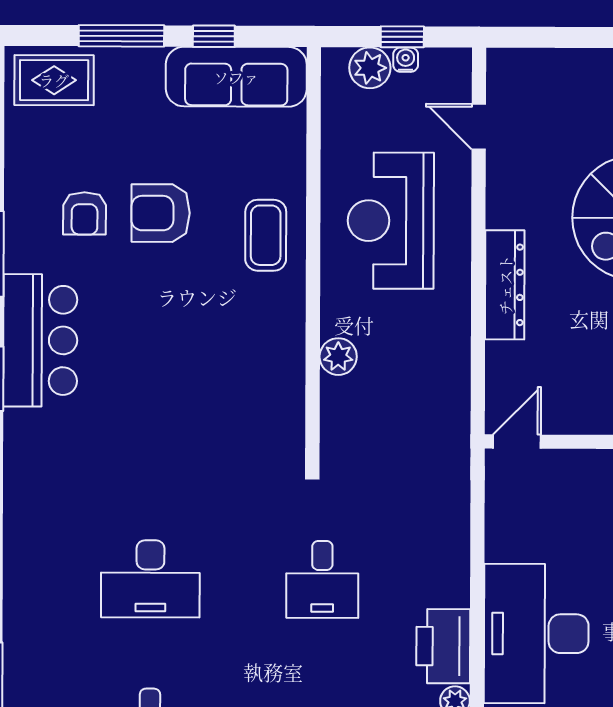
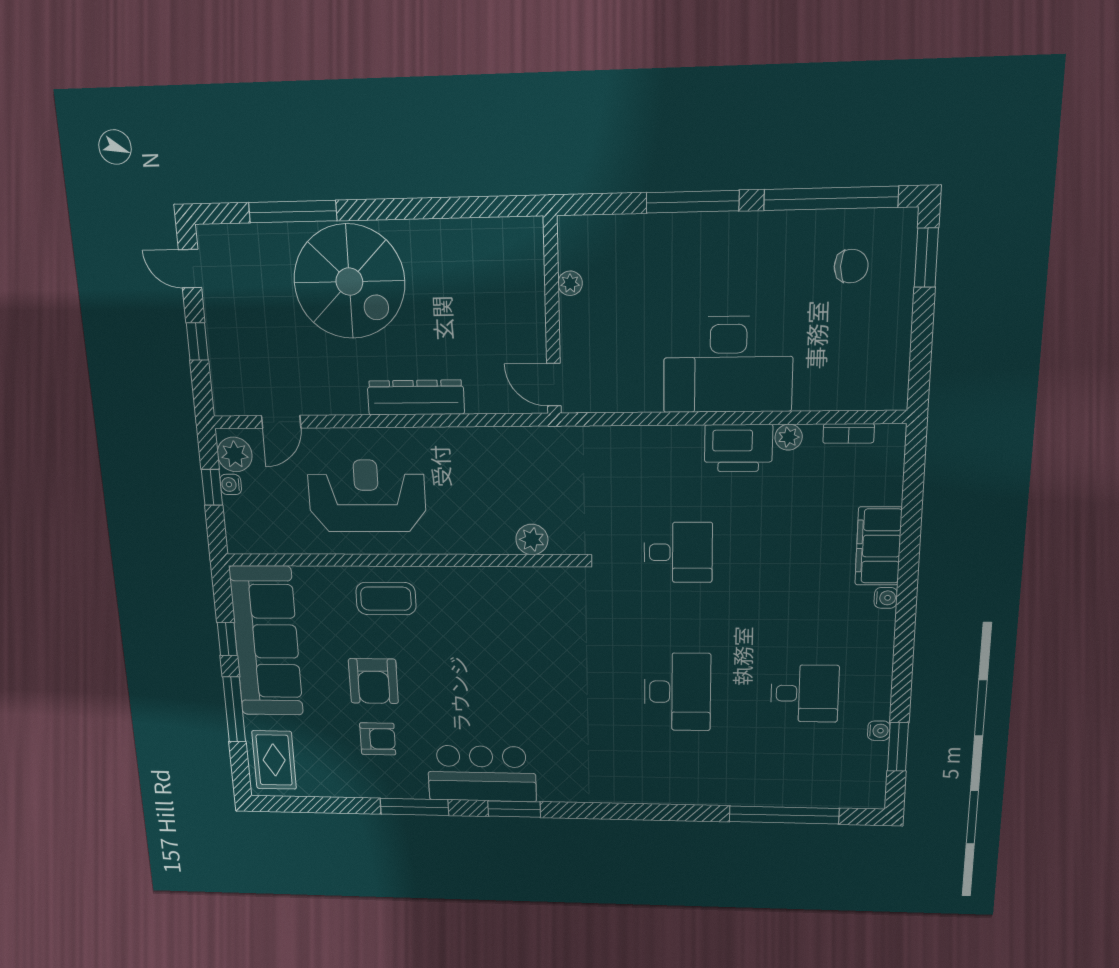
window: (572, 37) -> (197, 341), added
plant: (370, 68) -> (235, 454), moved
sofa: (236, 77) -> (266, 641), width x1.36, depth x1.27
reception desk: (391, 221) -> (367, 496), turned 180
plant: (338, 357) -> (532, 539), moved

